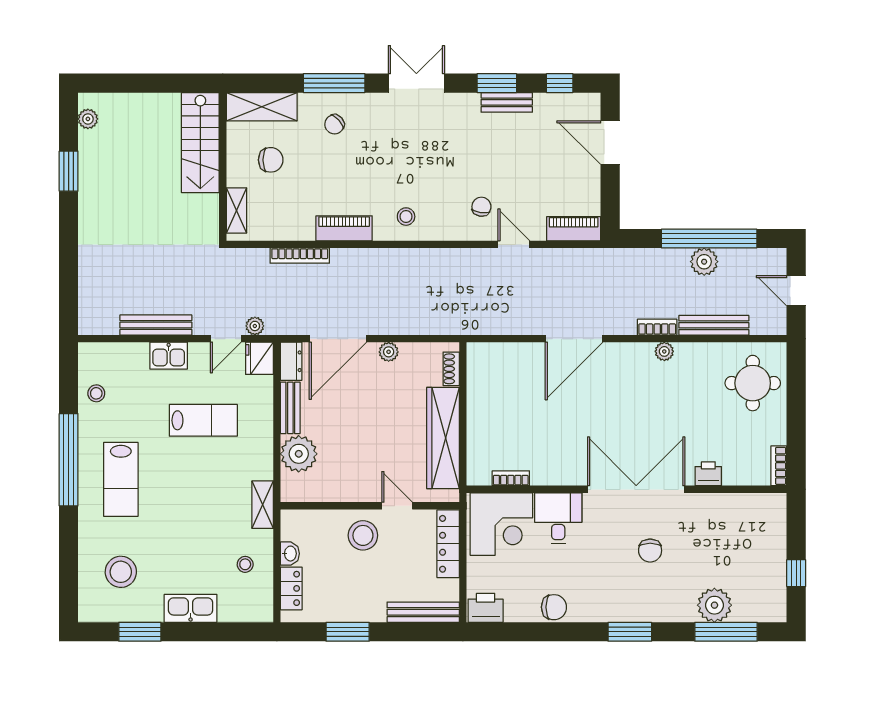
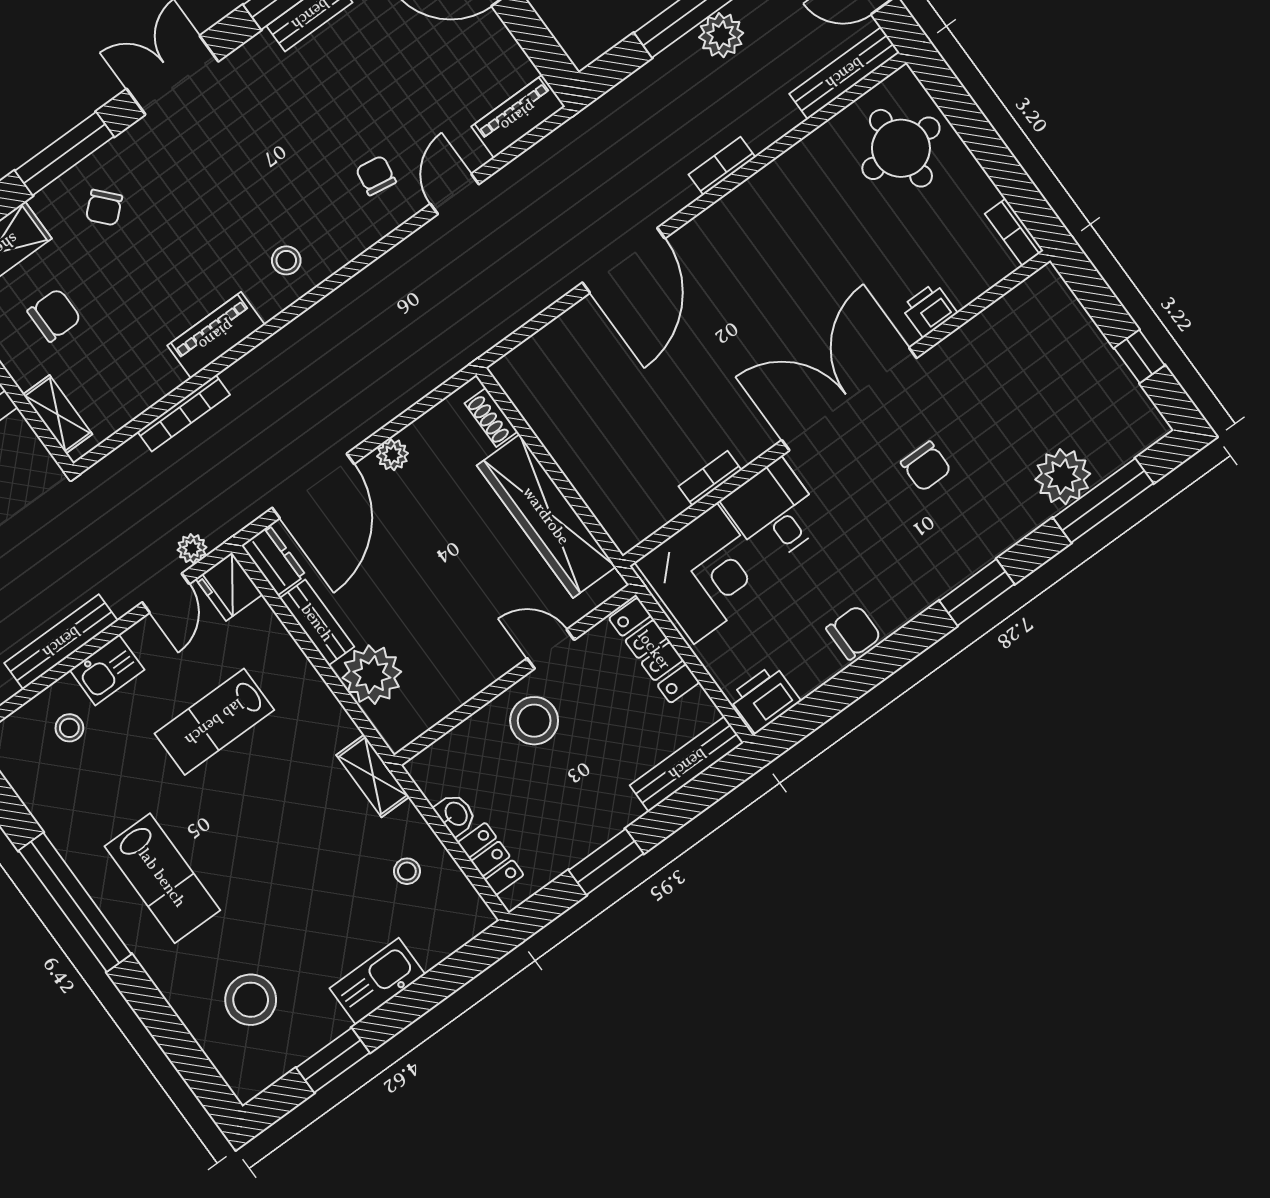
door: (514, 244) -> (455, 194), hinge flipped
bench: (714, 325) -> (844, 73), moved
plant: (664, 351) -> (755, 191), removed
stool: (96, 393) -> (69, 728), moved
lab bench: (203, 420) -> (214, 722), turned 180
bookcase: (511, 478) -> (710, 478), moved

